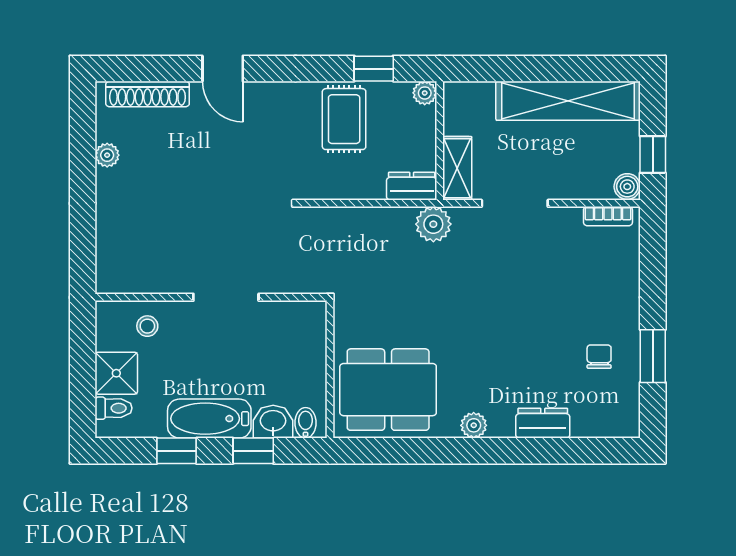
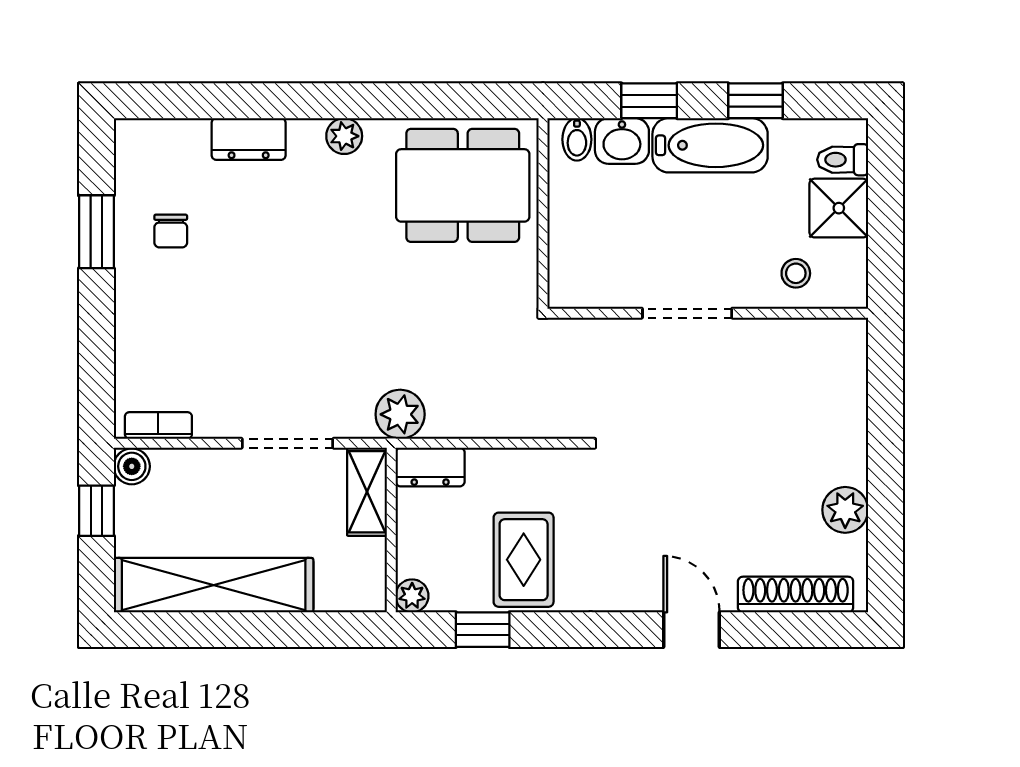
plant: (107, 155) -> (845, 510), width x1.38, depth x1.38

